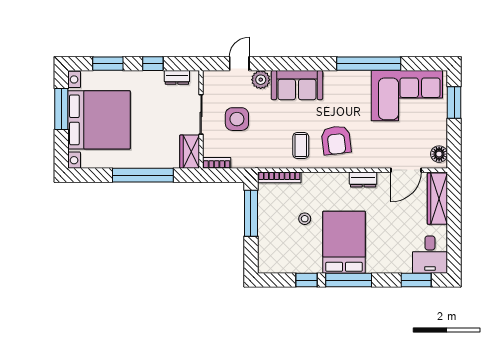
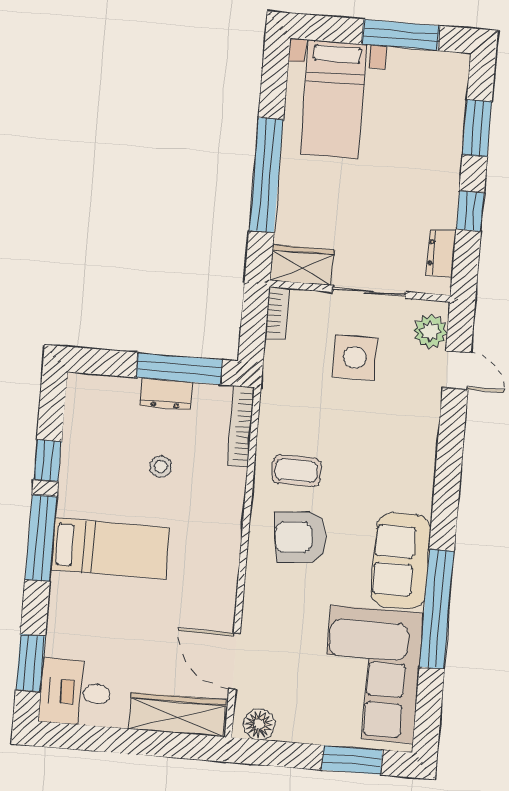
plant: (261, 80) -> (430, 331), moved
sofa: (297, 85) -> (401, 561), moved
bed with nightstands: (99, 120) -> (334, 99), width x0.54
dresser: (363, 179) -> (166, 394), moved, turned -90
bed: (344, 242) -> (110, 549), width x0.67

